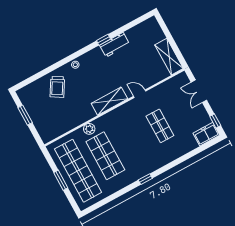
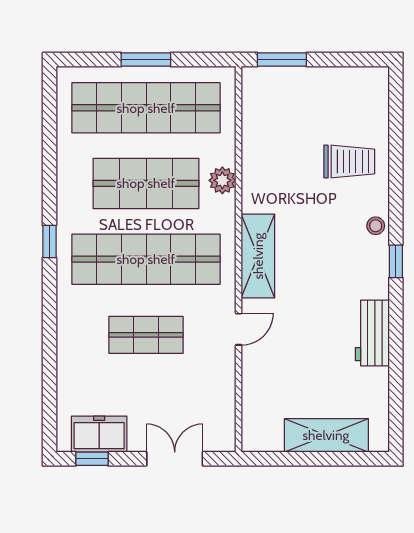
window: (104, 40) -> (396, 261), moved
shelving: (169, 57) -> (326, 435), moved
trolley: (57, 87) -> (349, 161), turned 149
window: (25, 115) -> (282, 60), moved
freezer: (206, 134) -> (99, 434), moved, turned -90
shop shelf: (133, 141) -> (146, 259), added

